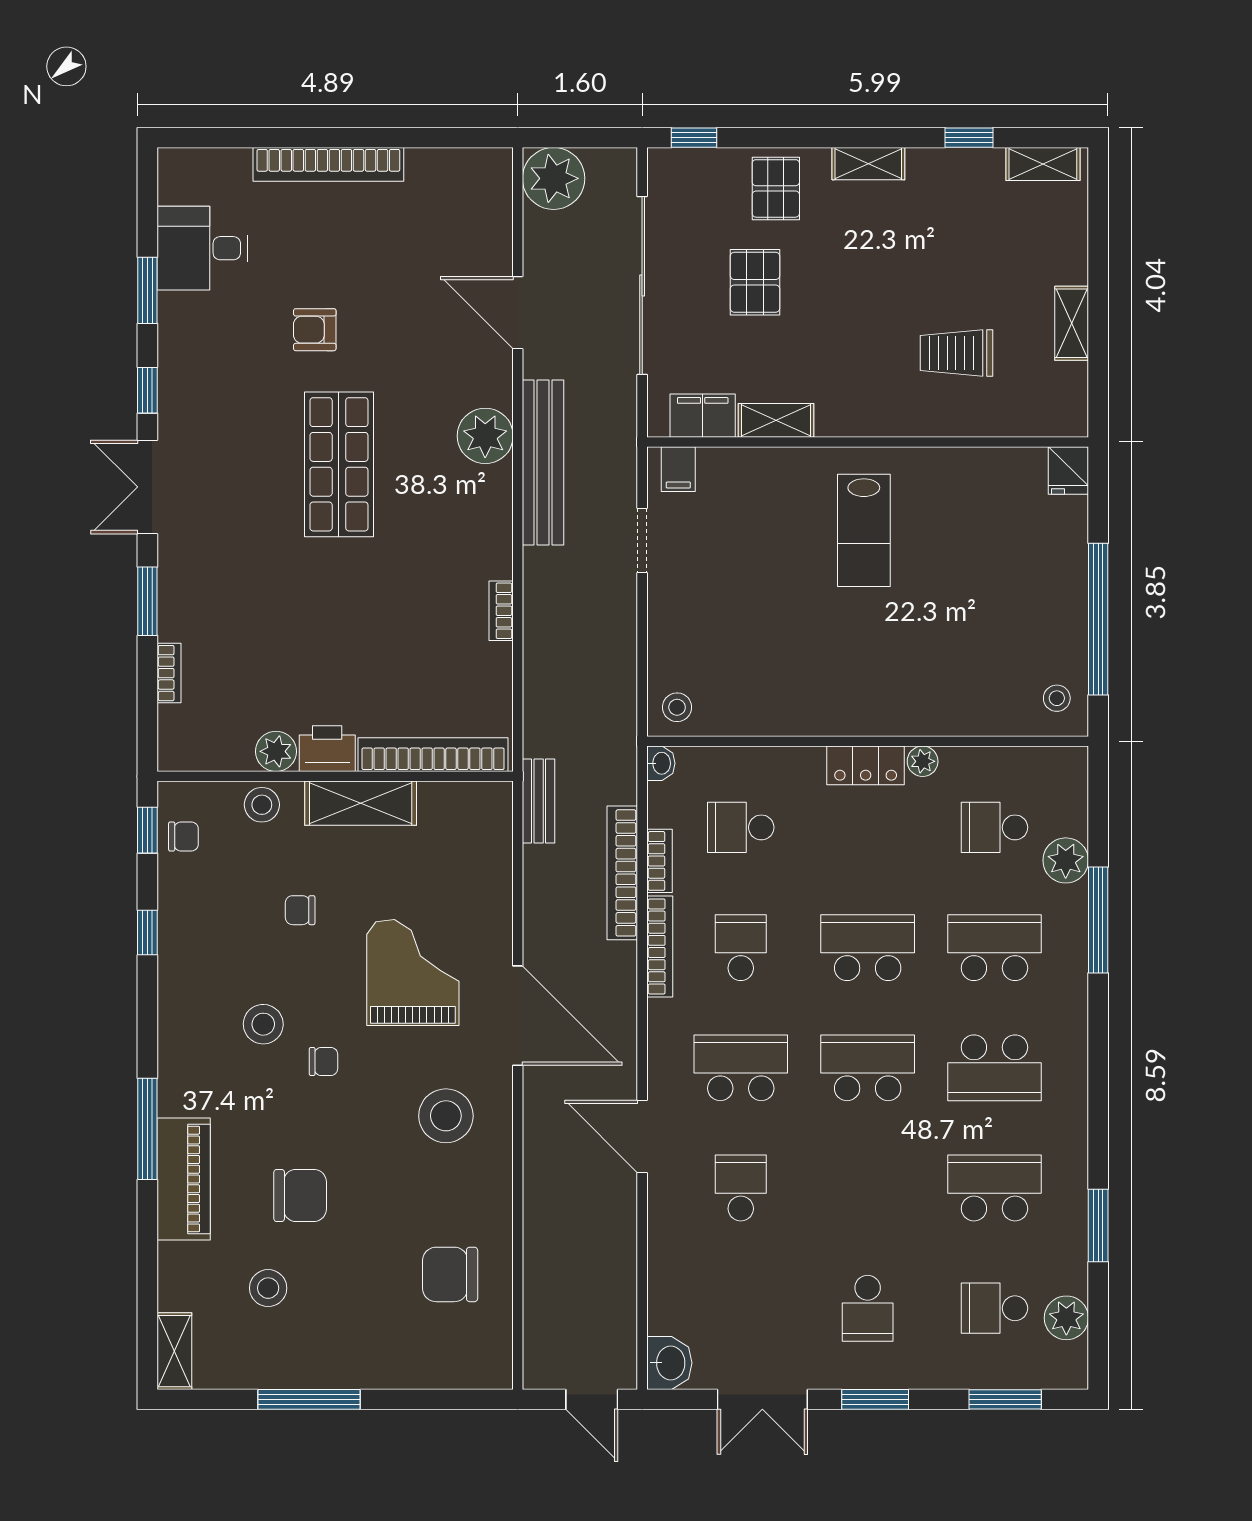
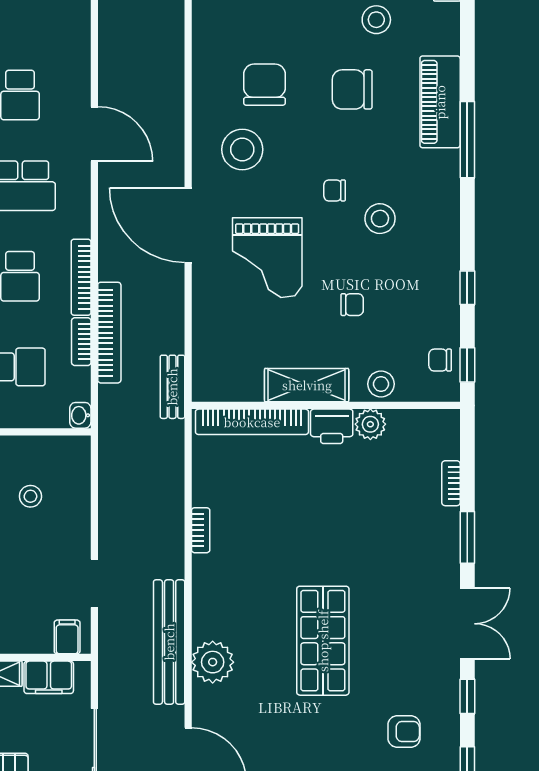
armchair: (315, 330) -> (404, 731), moved
stool: (677, 707) -> (30, 496), moved
chair: (450, 1274) -> (264, 85), moved, turned -90

